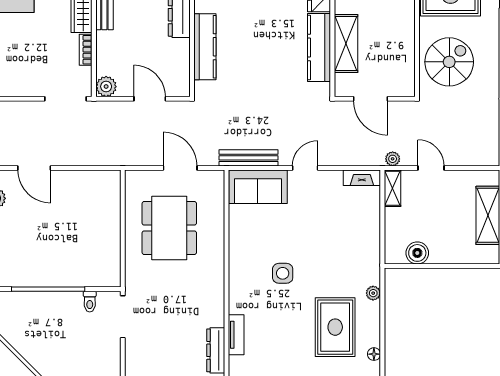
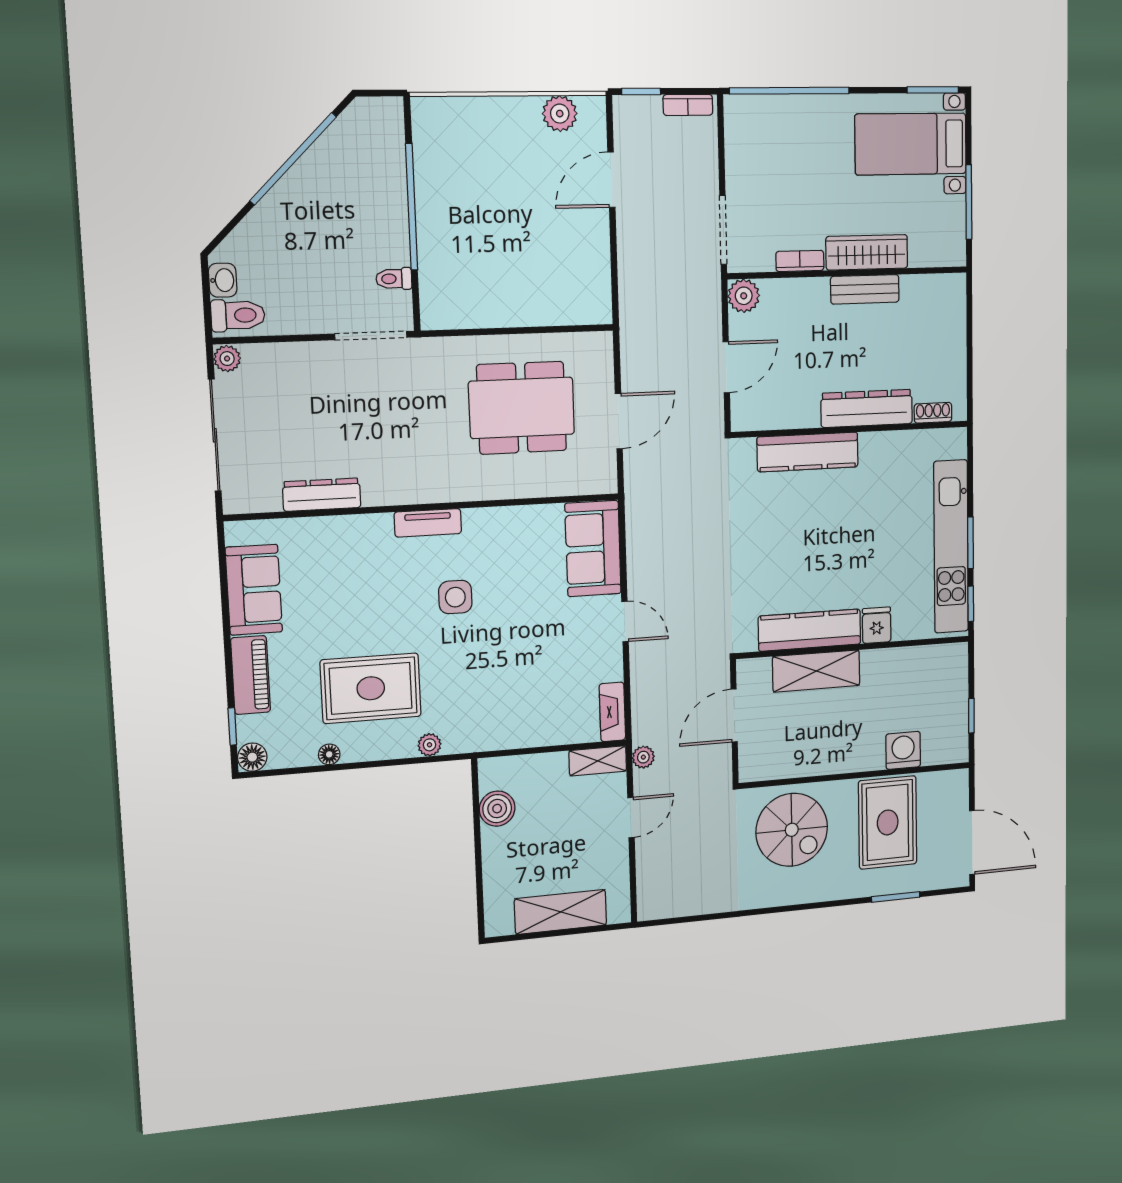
bench: (249, 158) -> (638, 531), removed
tv unit: (236, 335) -> (428, 523), moved

